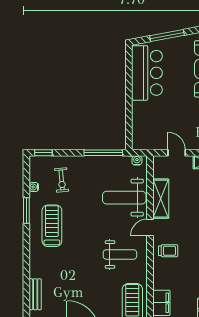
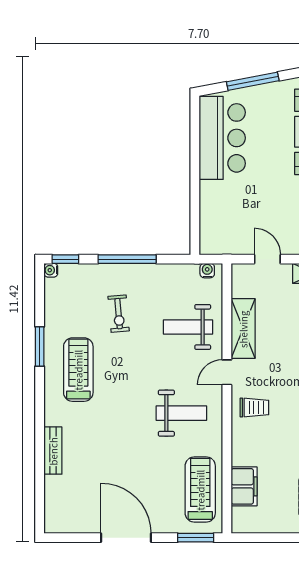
window: (103, 153) -> (127, 259), moved
exercise bike: (62, 180) -> (119, 314), moved
water cooler: (34, 187) -> (51, 270), moved
weight bench: (124, 198) -> (188, 327), width x0.73, depth x0.75
bench: (35, 294) -> (53, 451), moved

